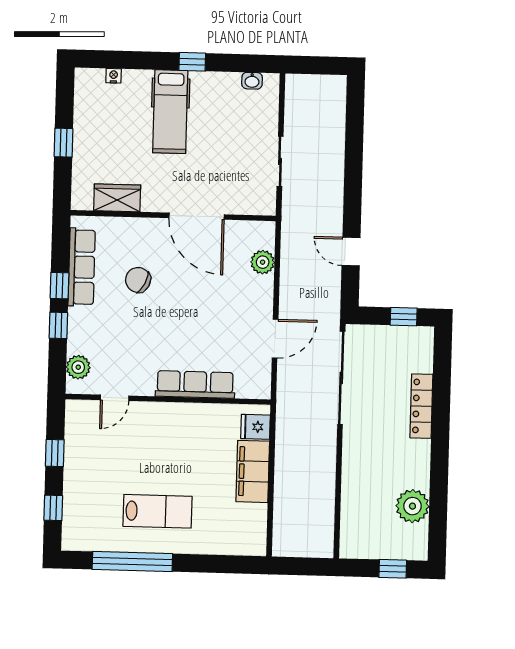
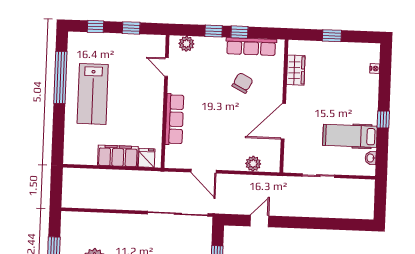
hospital bed: (170, 112) -> (350, 136), moved
lab bench: (157, 511) -> (93, 94), width x1.36, depth x1.39

